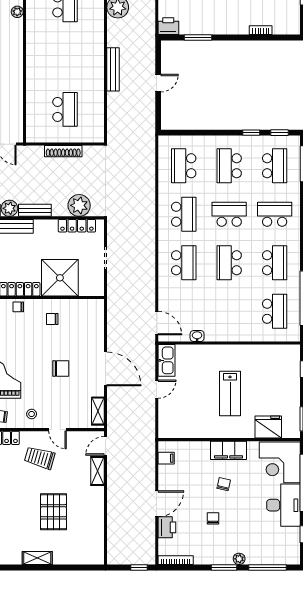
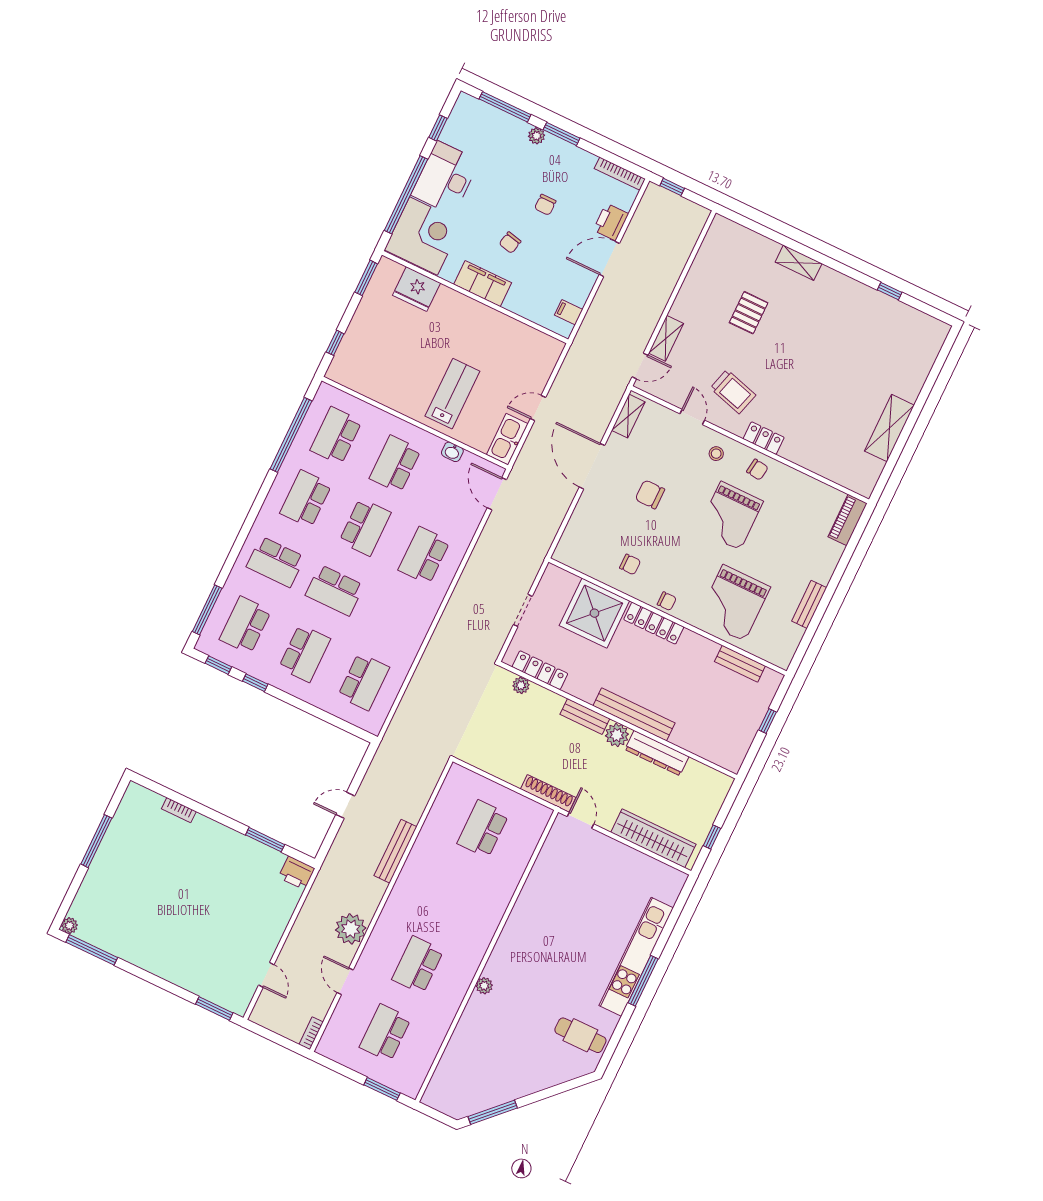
shoe rack: (63, 151) -> (548, 793), moved
plant: (79, 205) -> (521, 685), width x0.53, depth x0.53
school desk: (184, 214) -> (395, 464), moved
lab bench: (230, 393) -> (452, 394), moved
pallet: (54, 512) -> (749, 313), width x0.67, depth x0.71

